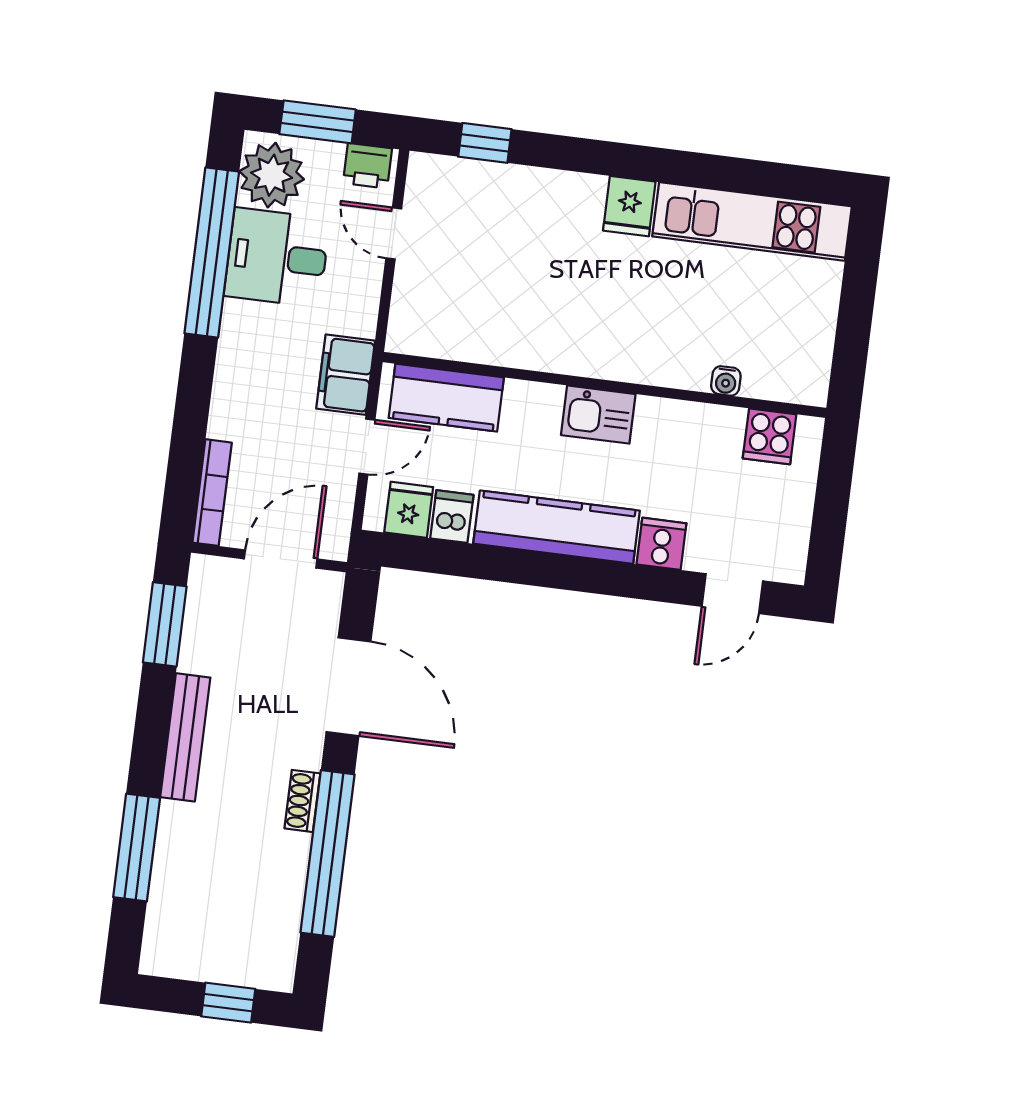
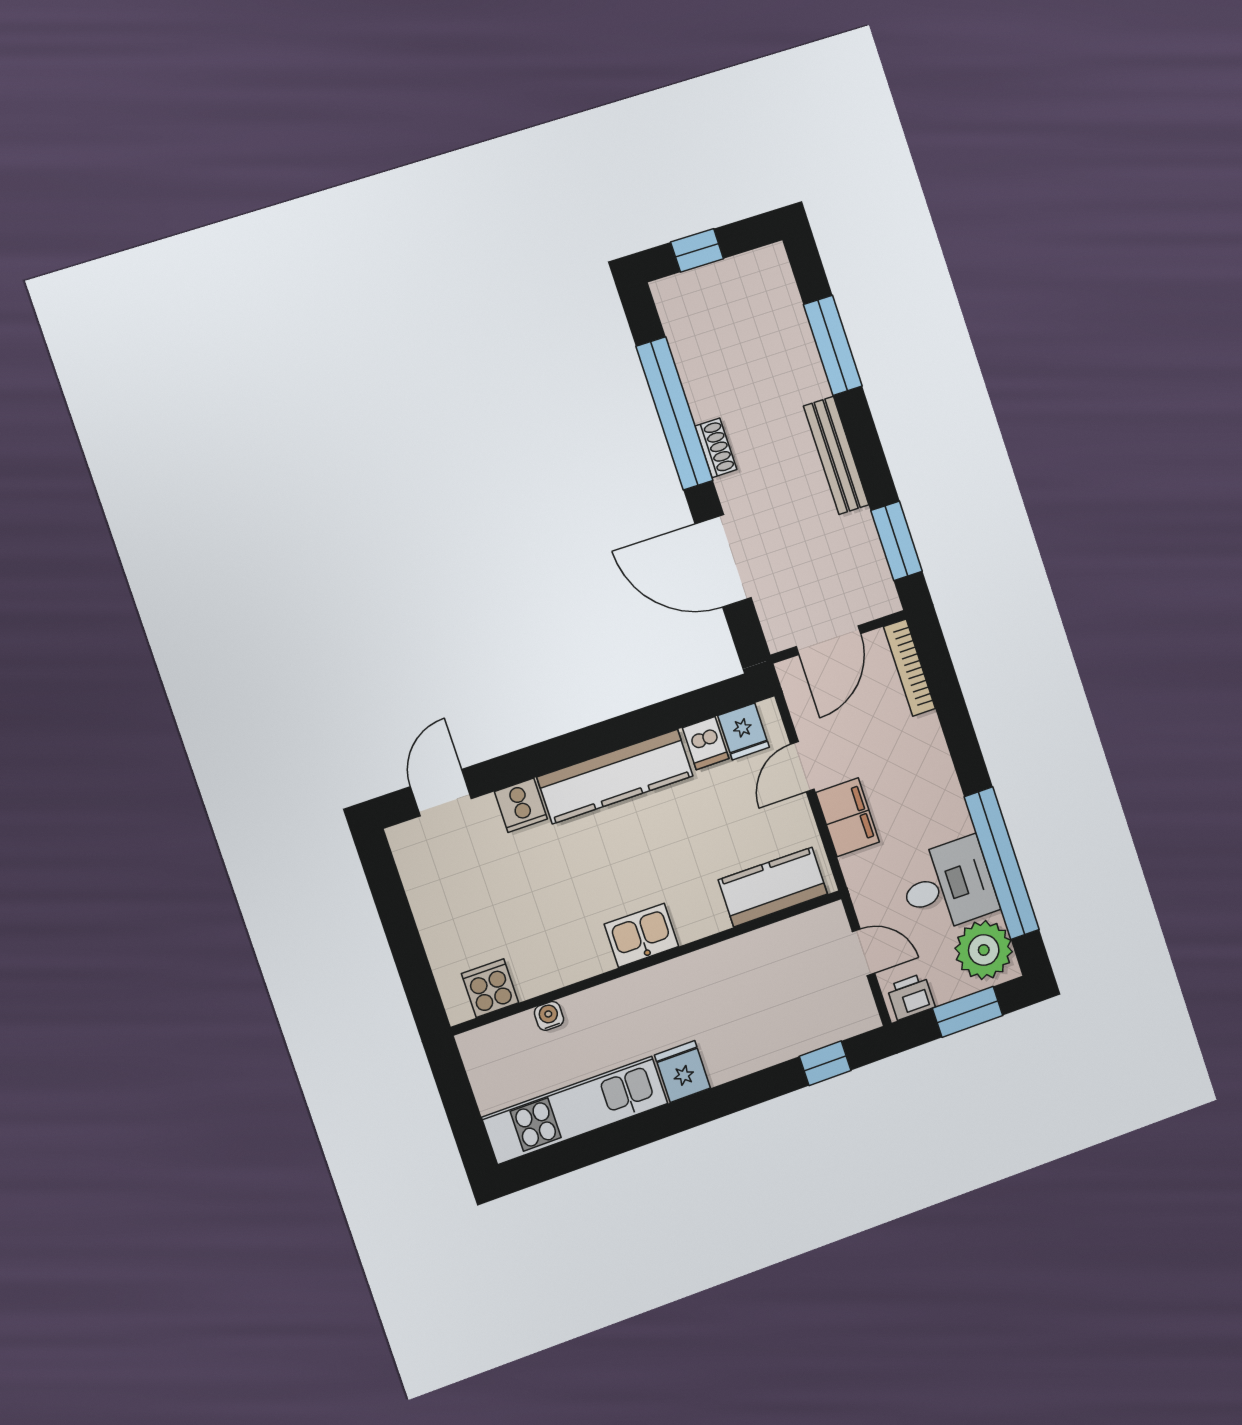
water cooler: (726, 381) -> (549, 1016), moved
wall: (605, 385) -> (648, 962), moved
kitchen counter: (446, 398) -> (773, 887), moved
kitchen sink: (598, 415) -> (641, 935), moved
cooker: (770, 436) -> (490, 988), moved

